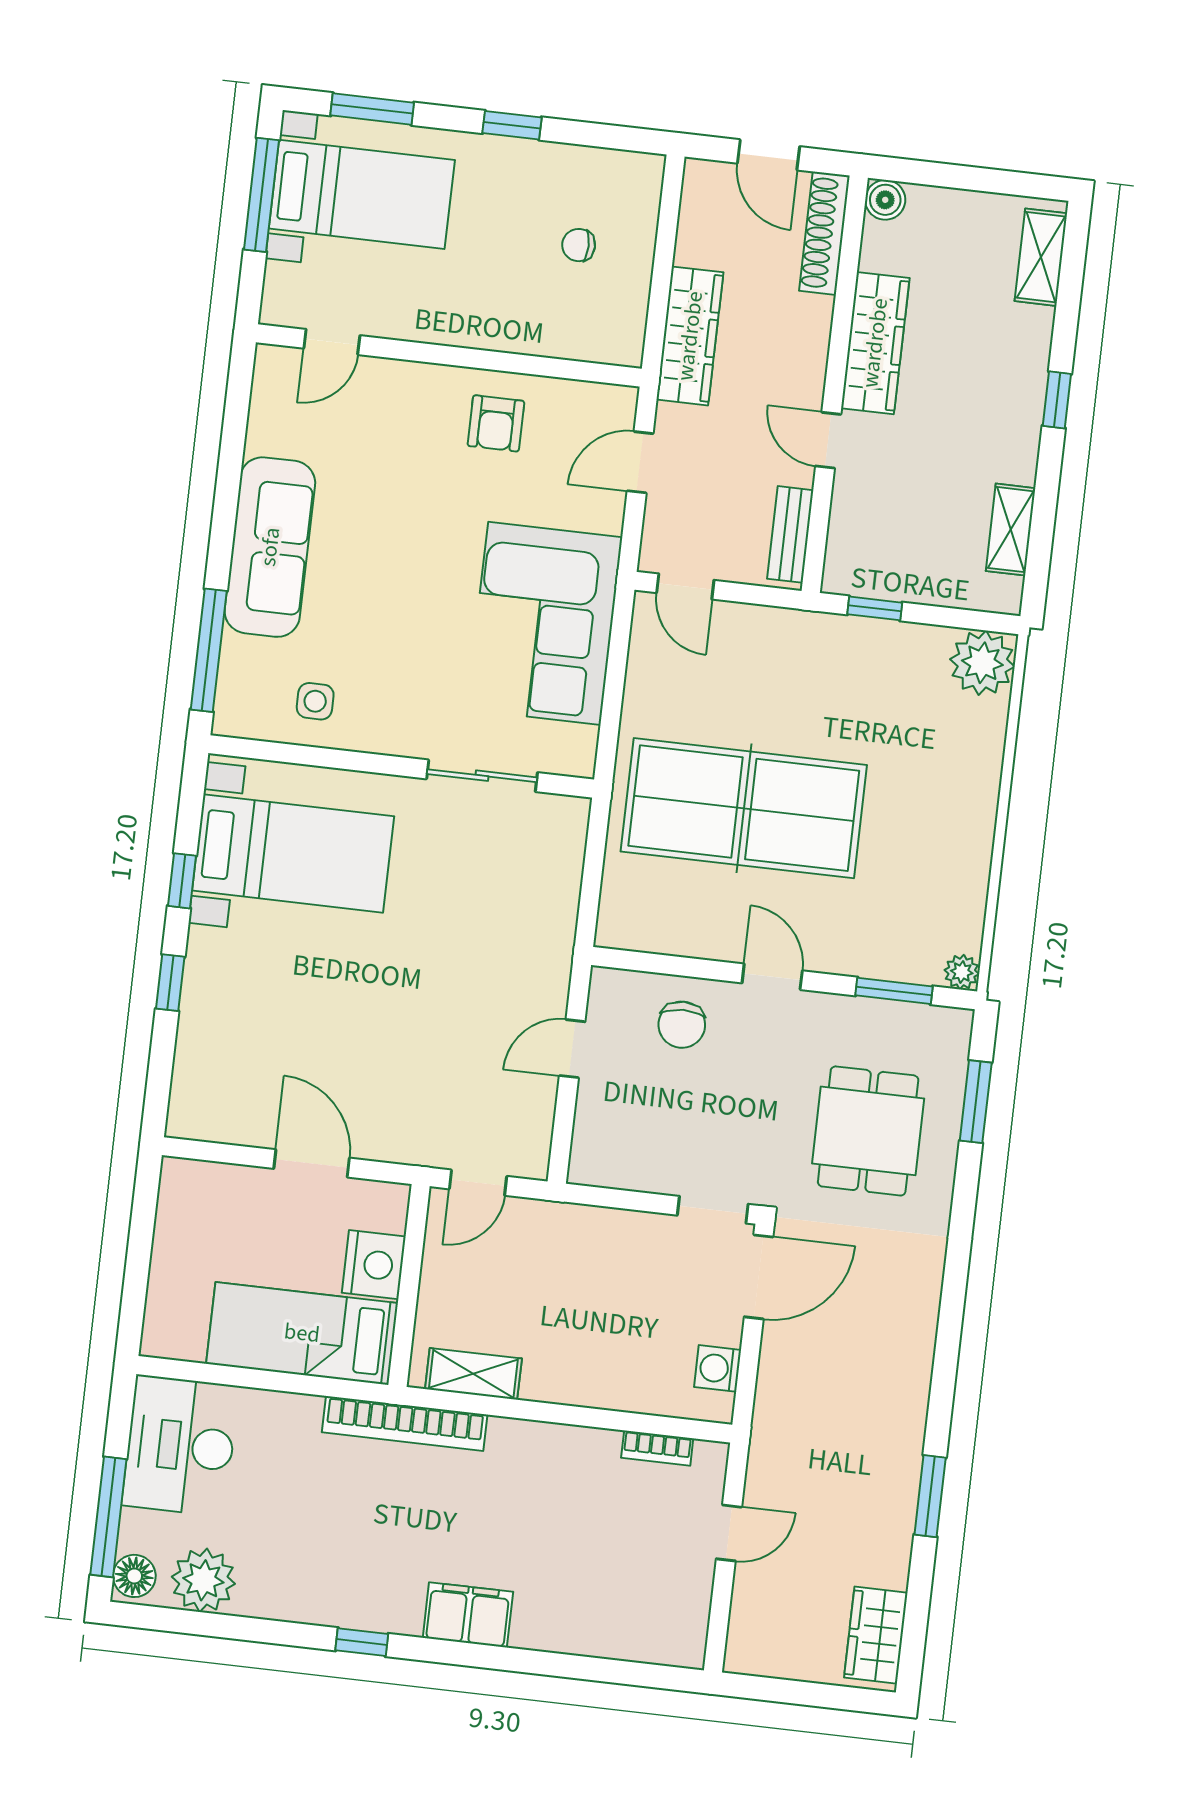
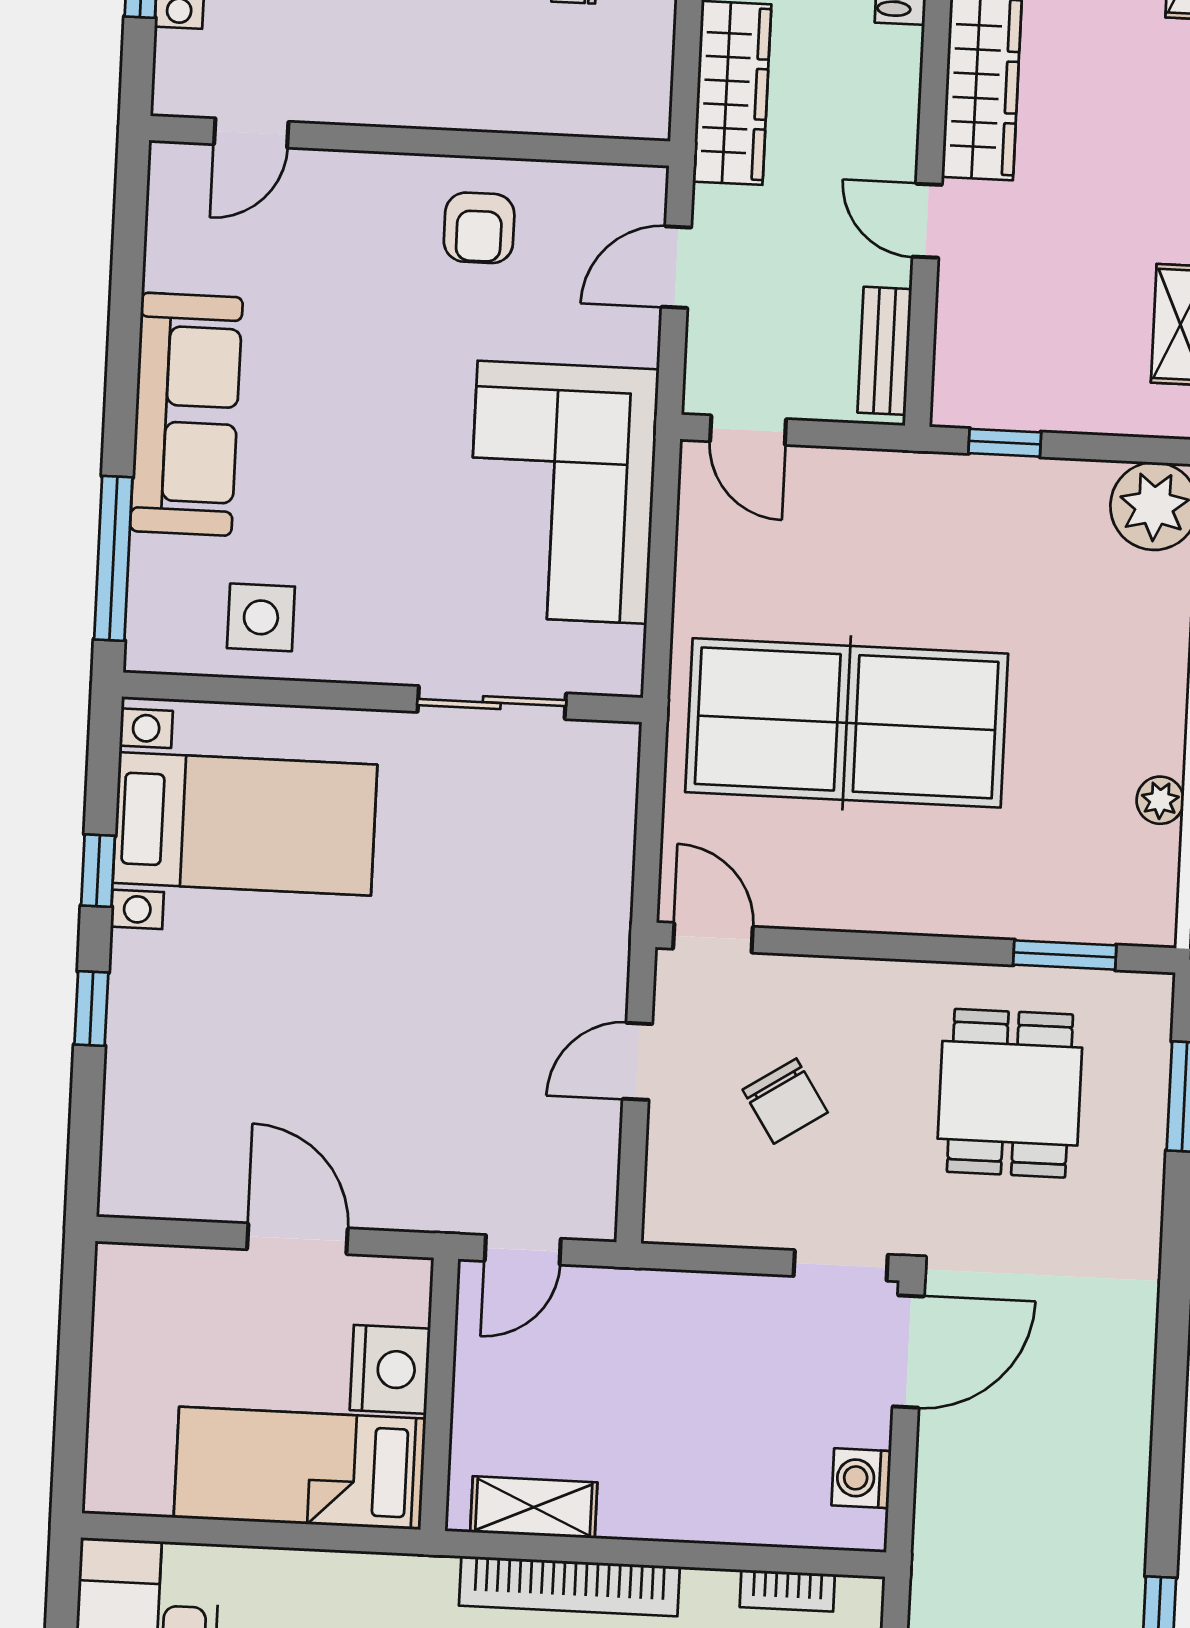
side table: (315, 701) -> (261, 617), width x1.37, depth x1.37
plant: (962, 972) -> (1160, 800), moved
door: (772, 977) -> (713, 938), moved
chair: (682, 1025) -> (785, 1101), moved, turned -32
dining table: (868, 1131) -> (1010, 1093), moved
bookcase: (405, 1424) -> (569, 1586), moved

